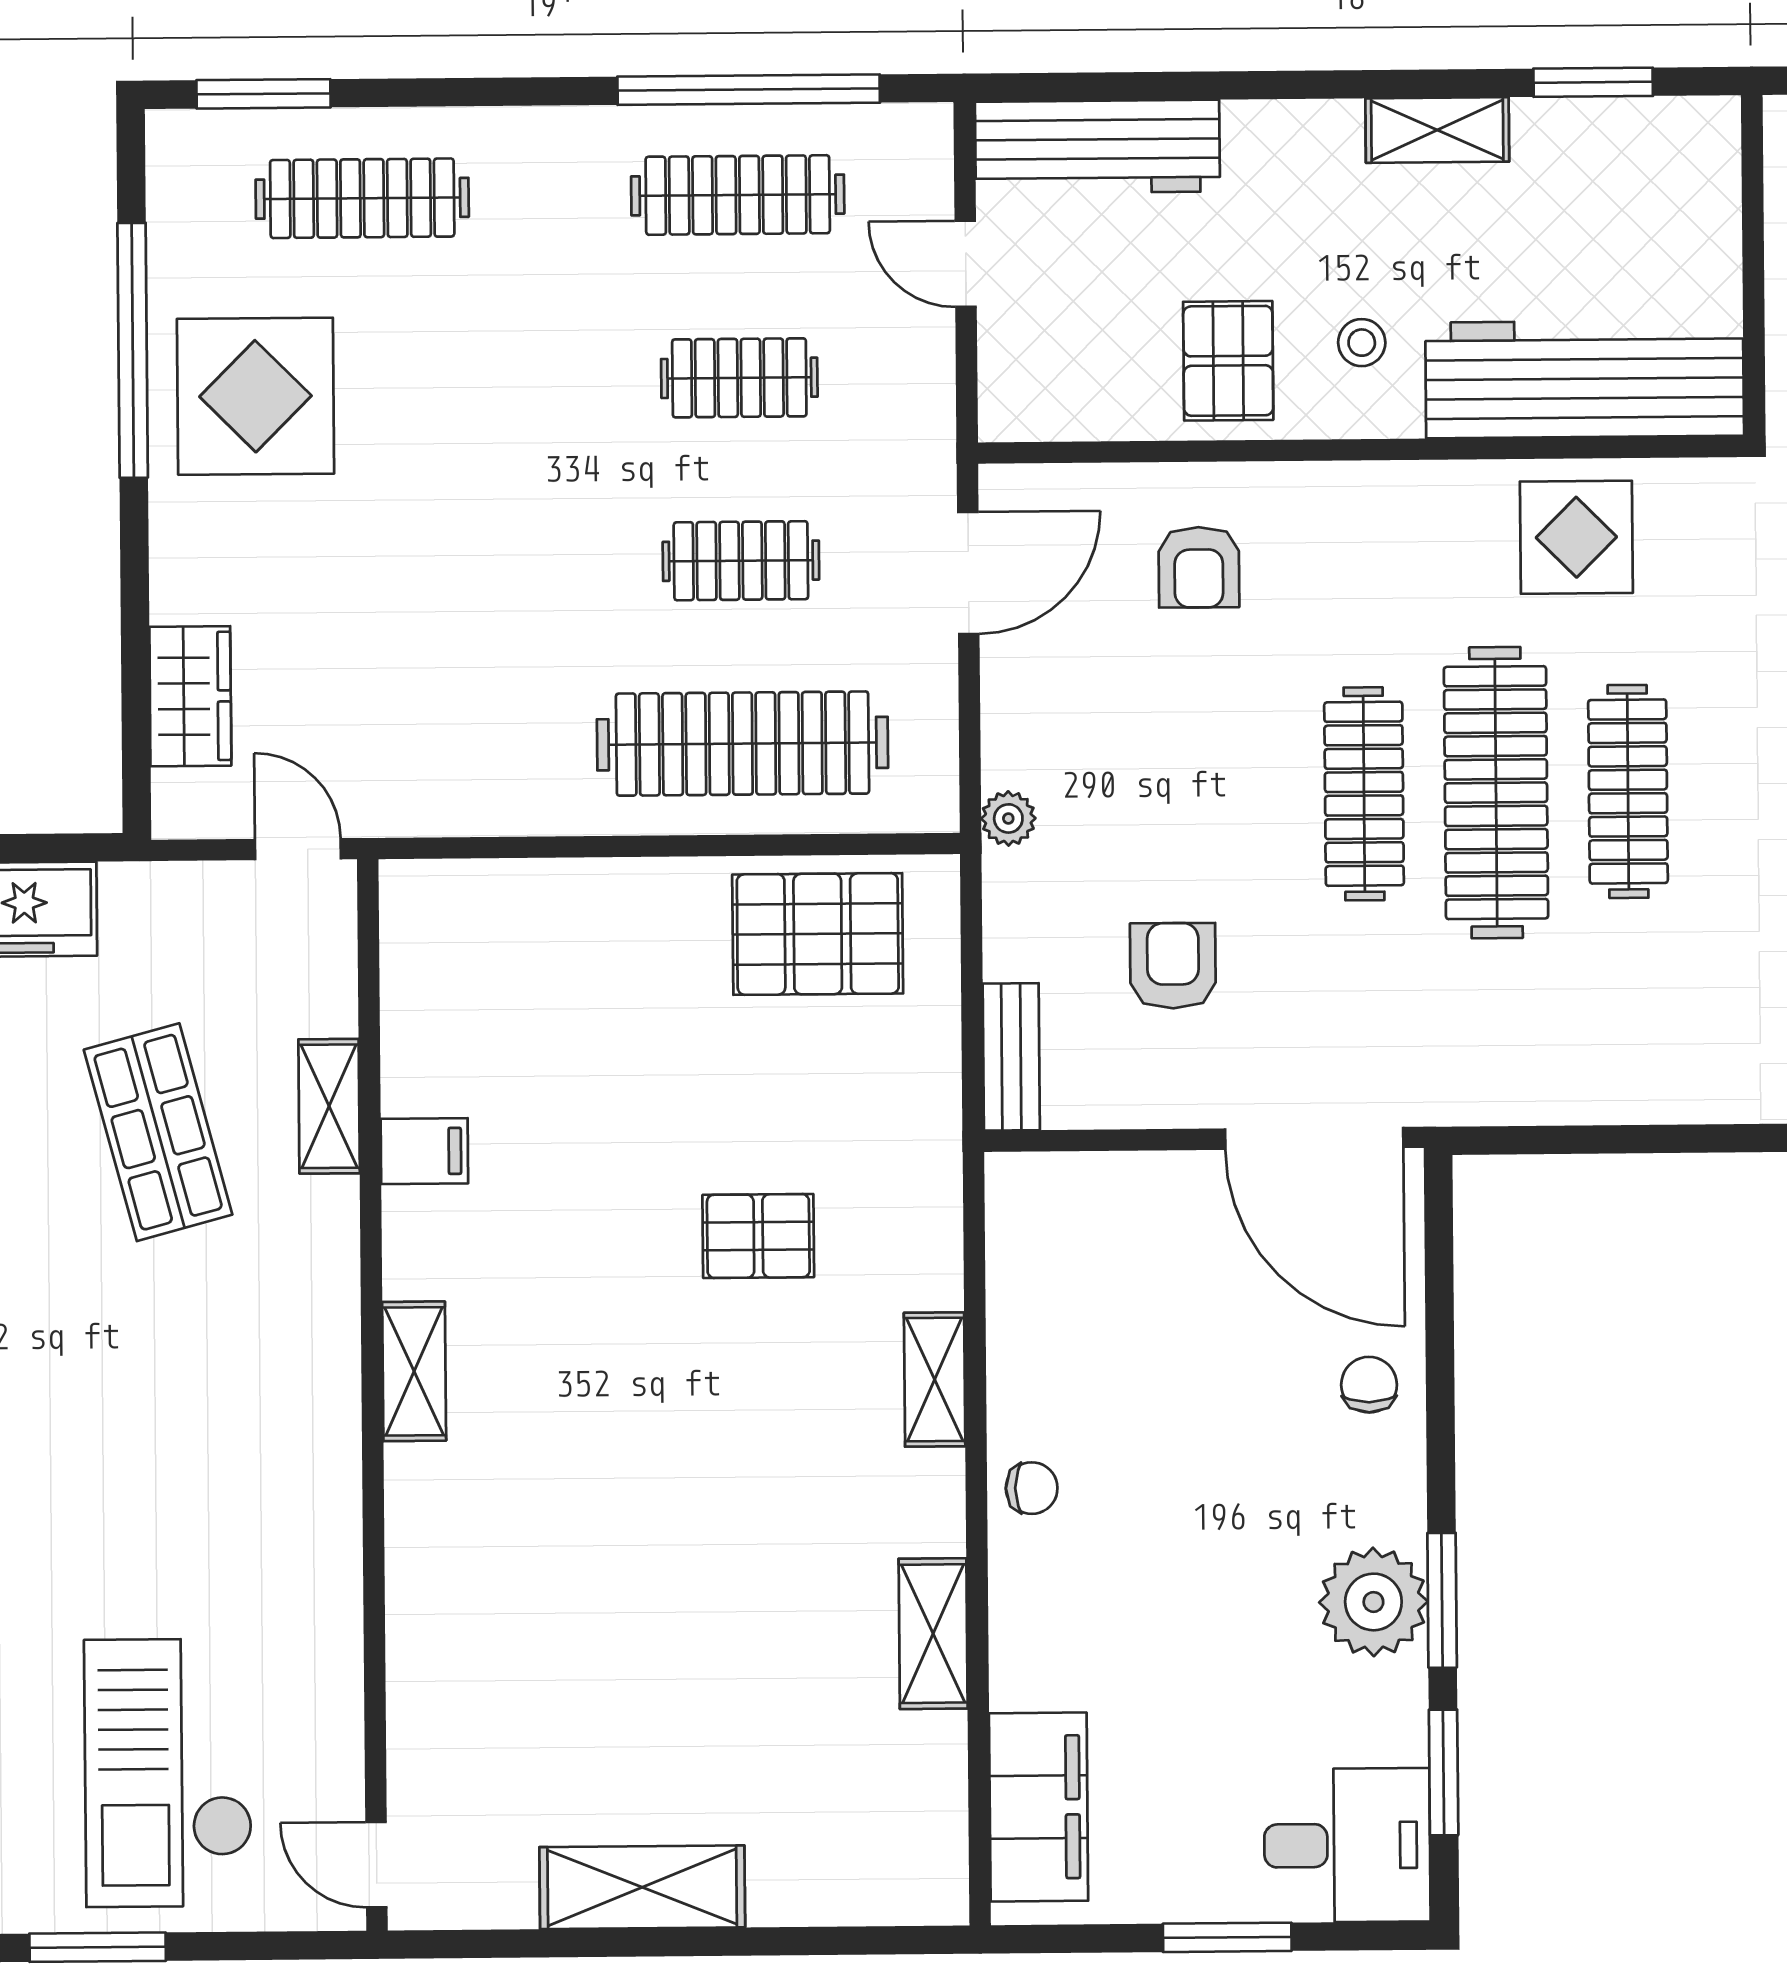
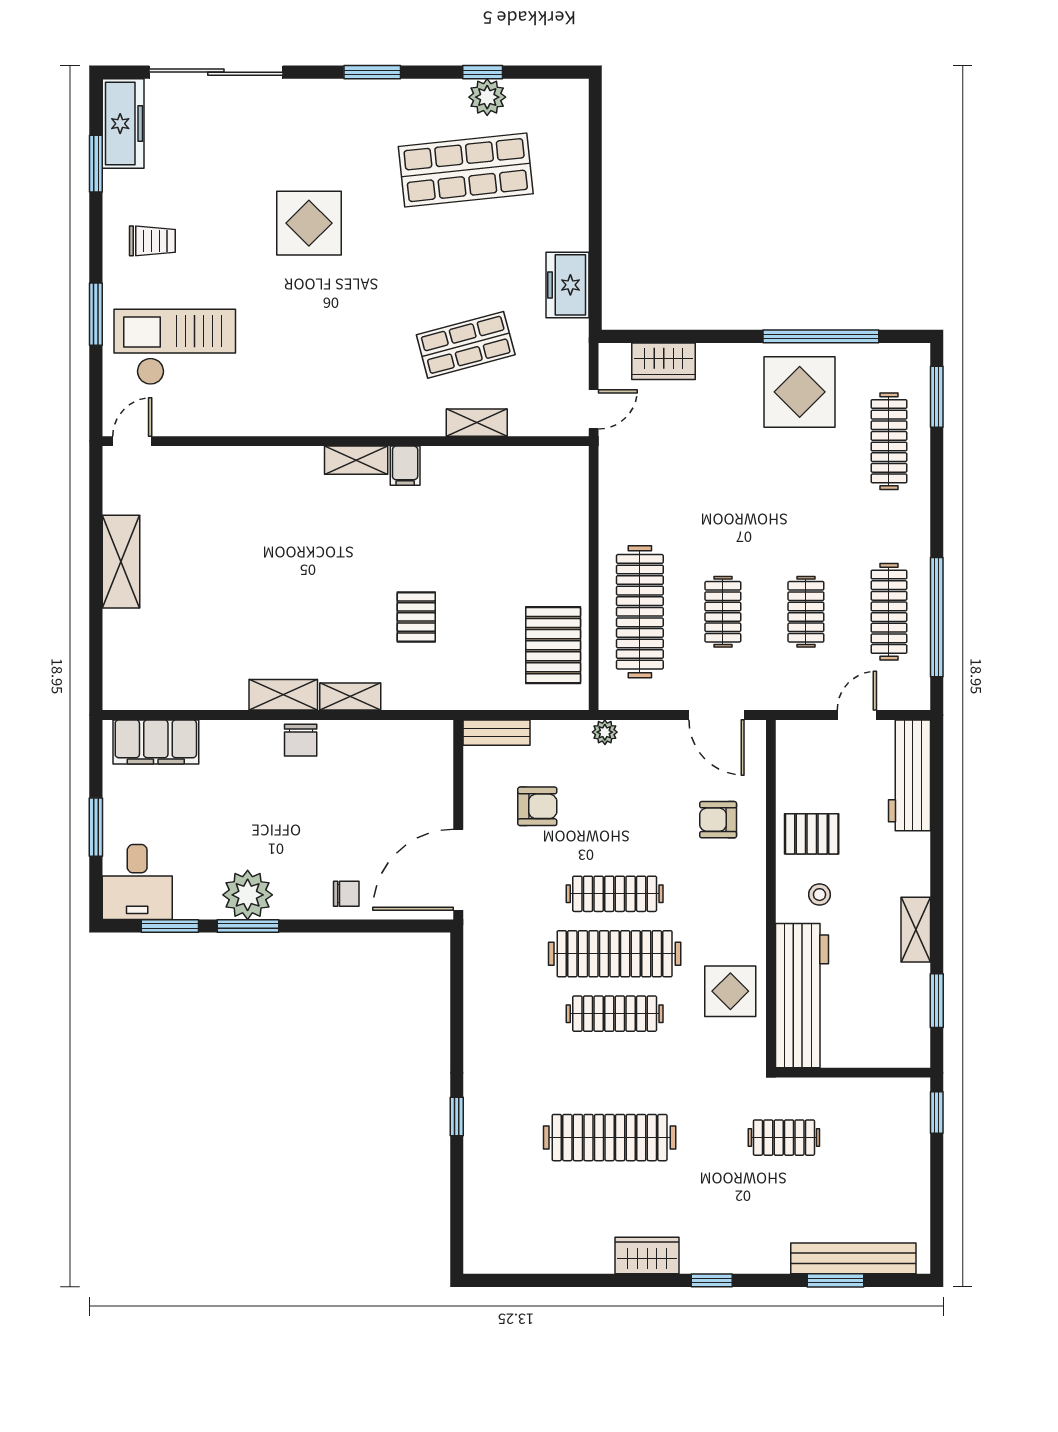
filing cabinet: (424, 1151) -> (405, 466), moved
chair: (1032, 1488) -> (301, 740), width x1.37, depth x1.37
shelving: (933, 1634) -> (283, 695), moved

